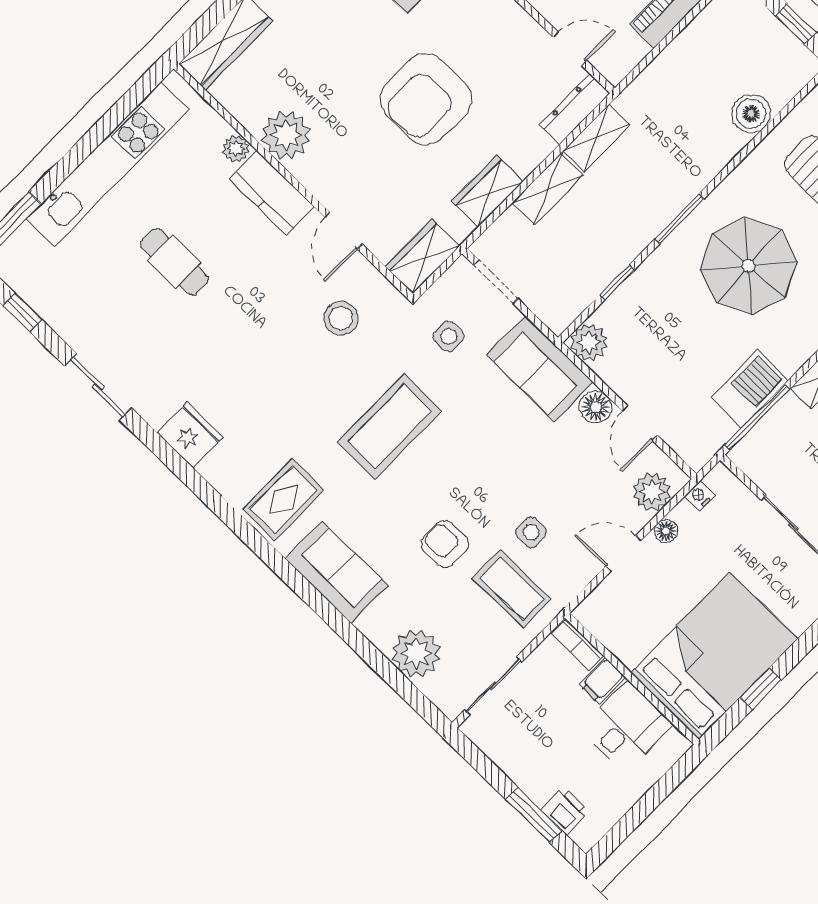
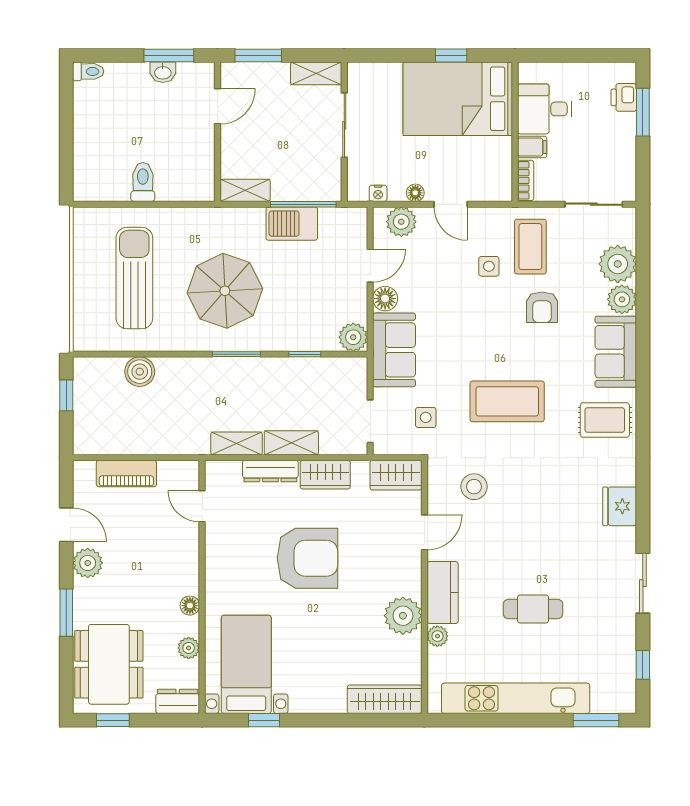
dresser: (575, 109) -> (270, 471), moved
cafe table: (174, 262) -> (533, 609), turned 90
plant: (380, 625) -> (622, 299), added

